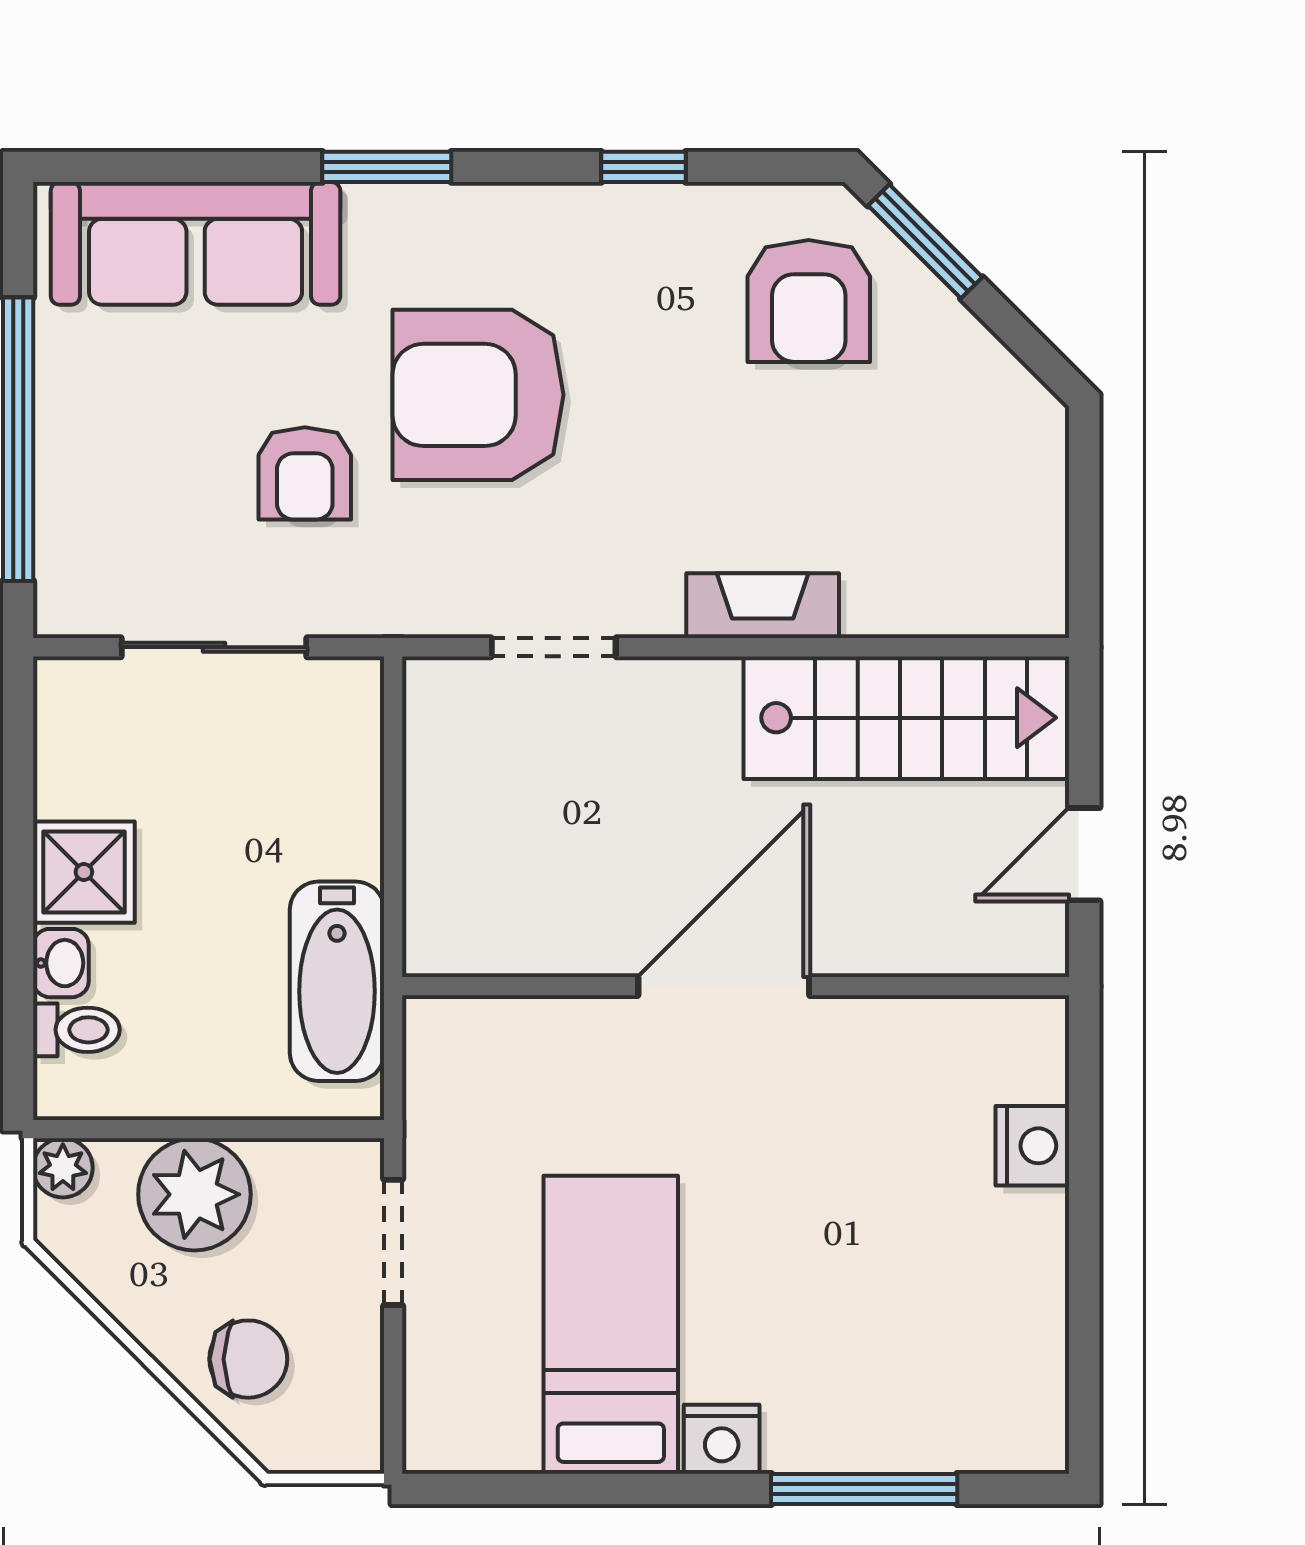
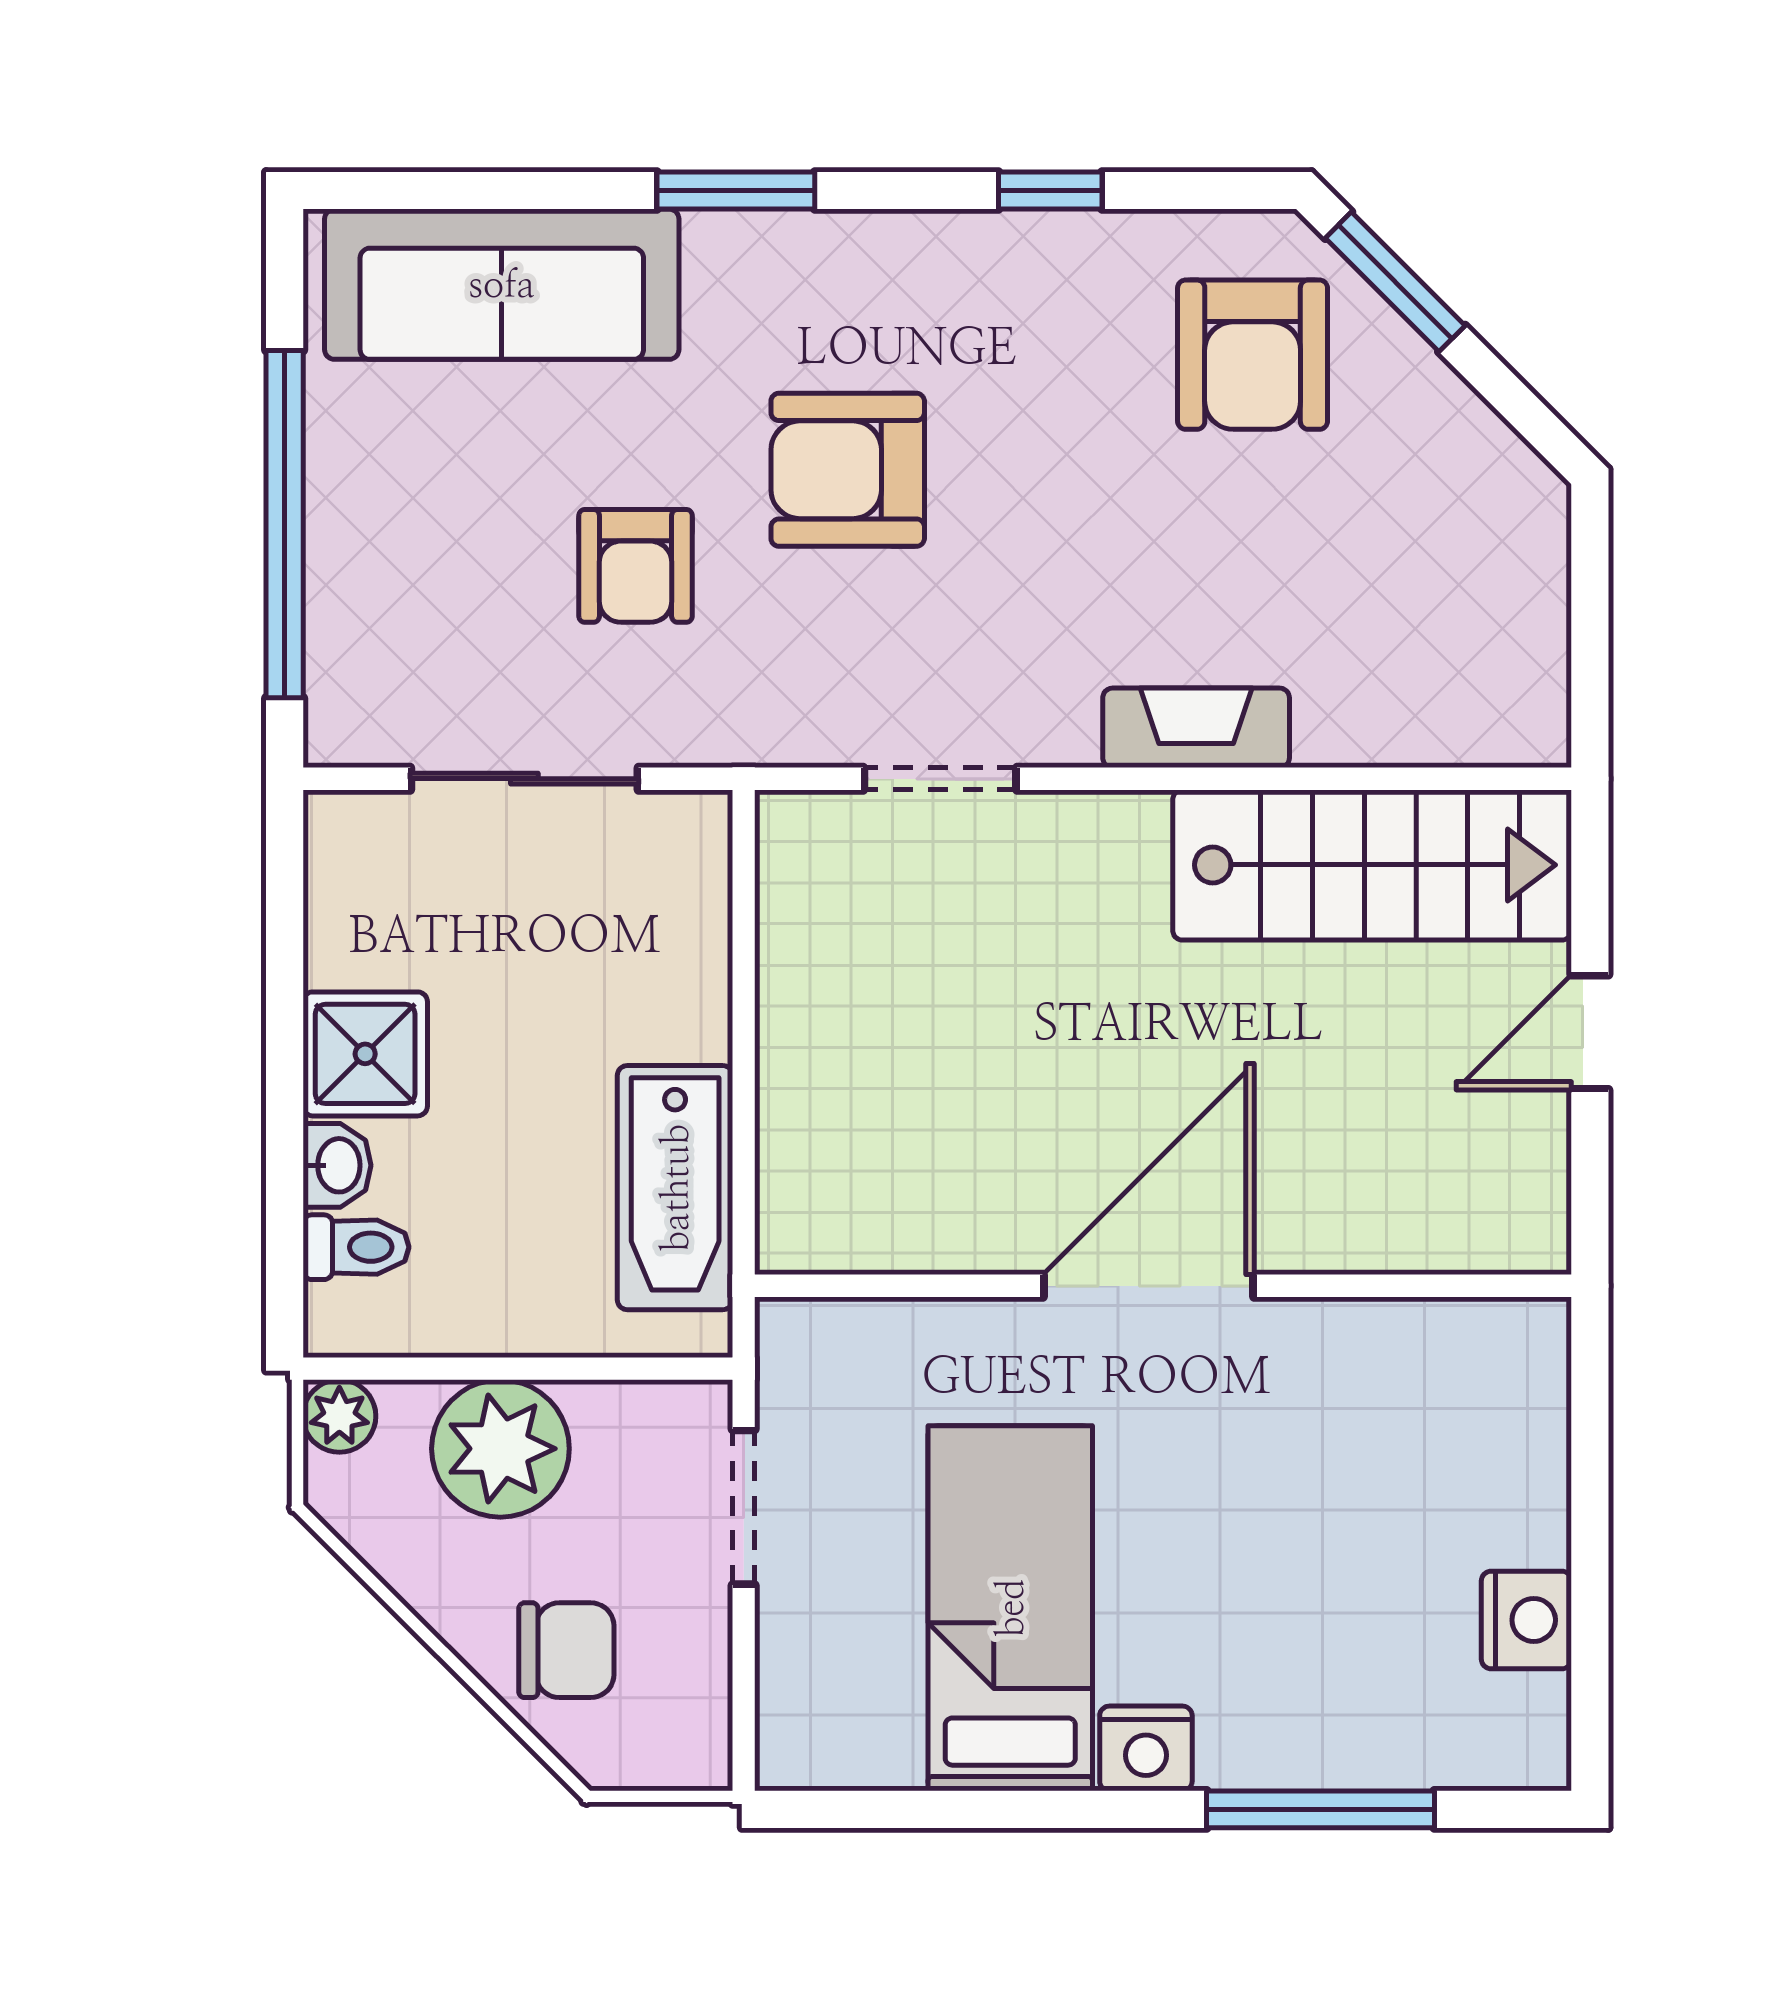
armchair: (478, 395) -> (848, 470), width x0.73, depth x0.73
door: (724, 986) -> (1149, 1286), moved
wall: (736, 986) -> (1163, 1286), moved
nightstand: (1032, 1146) -> (1526, 1620), moved

